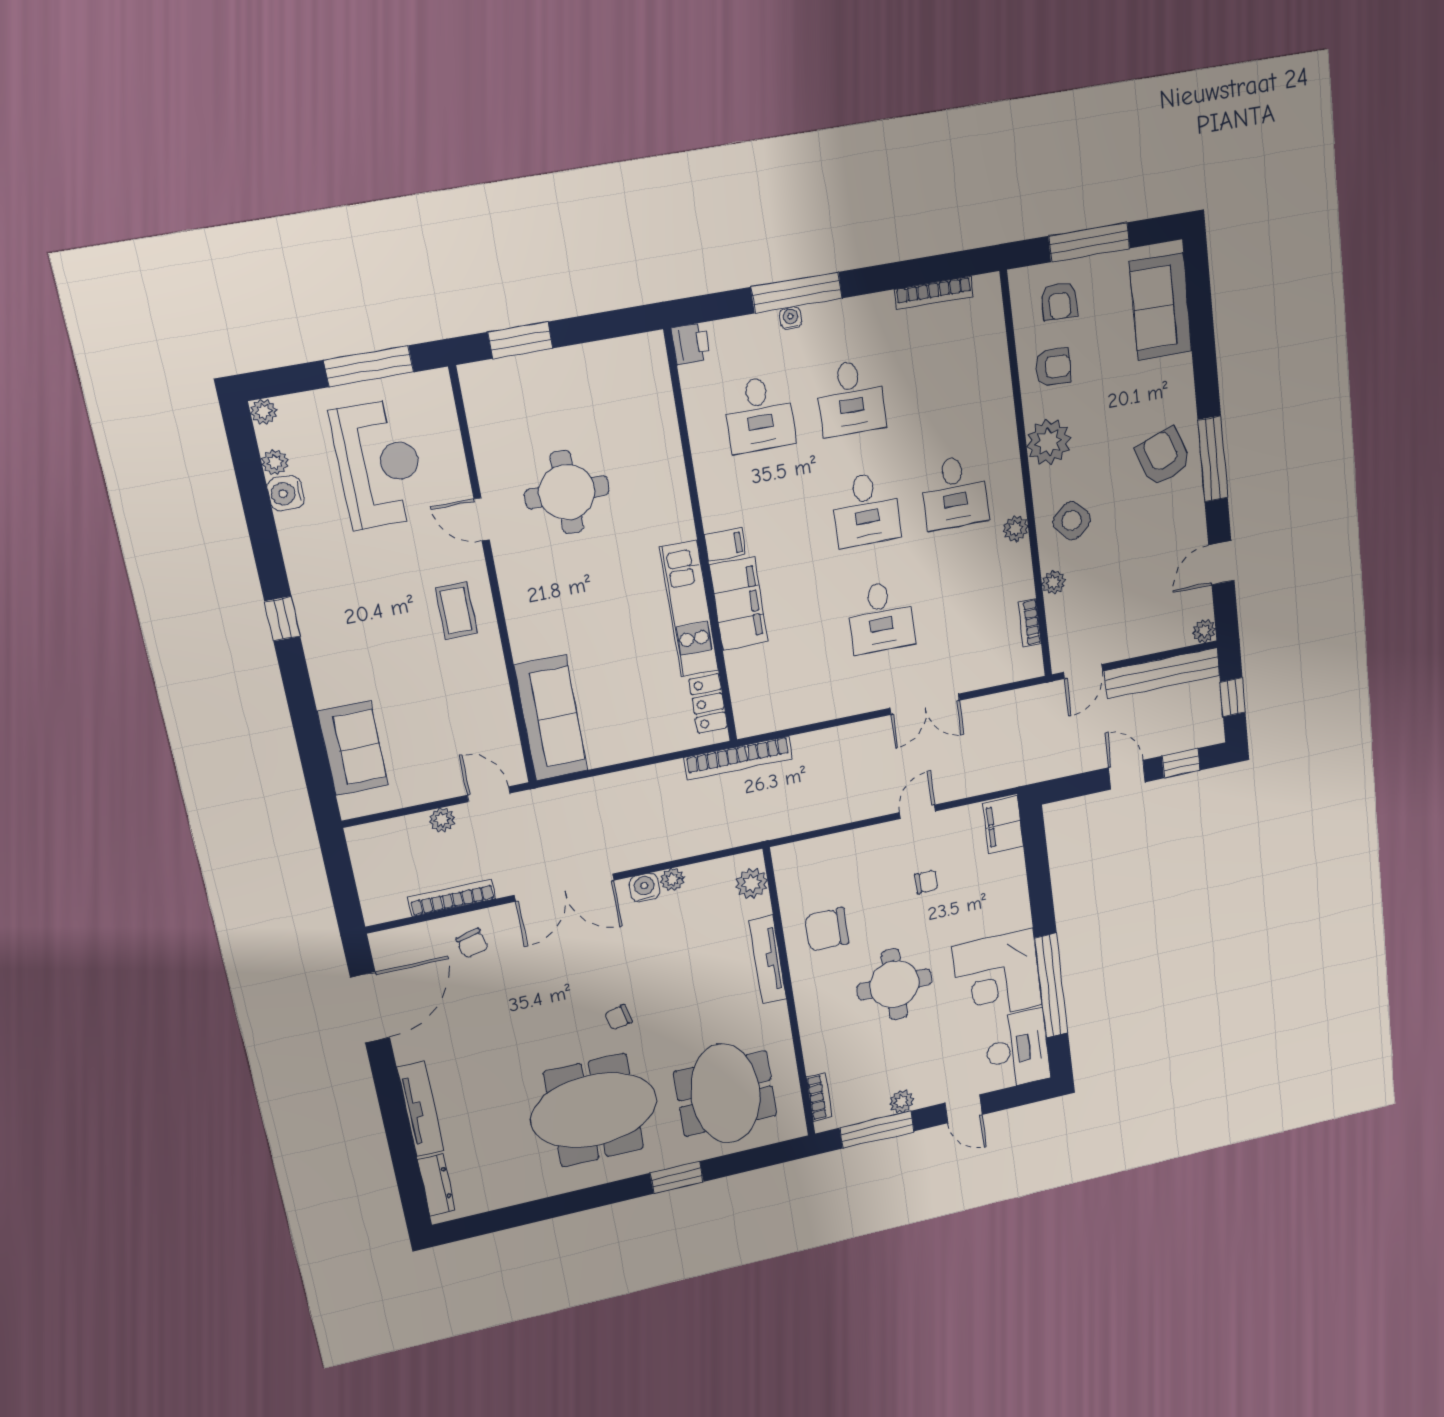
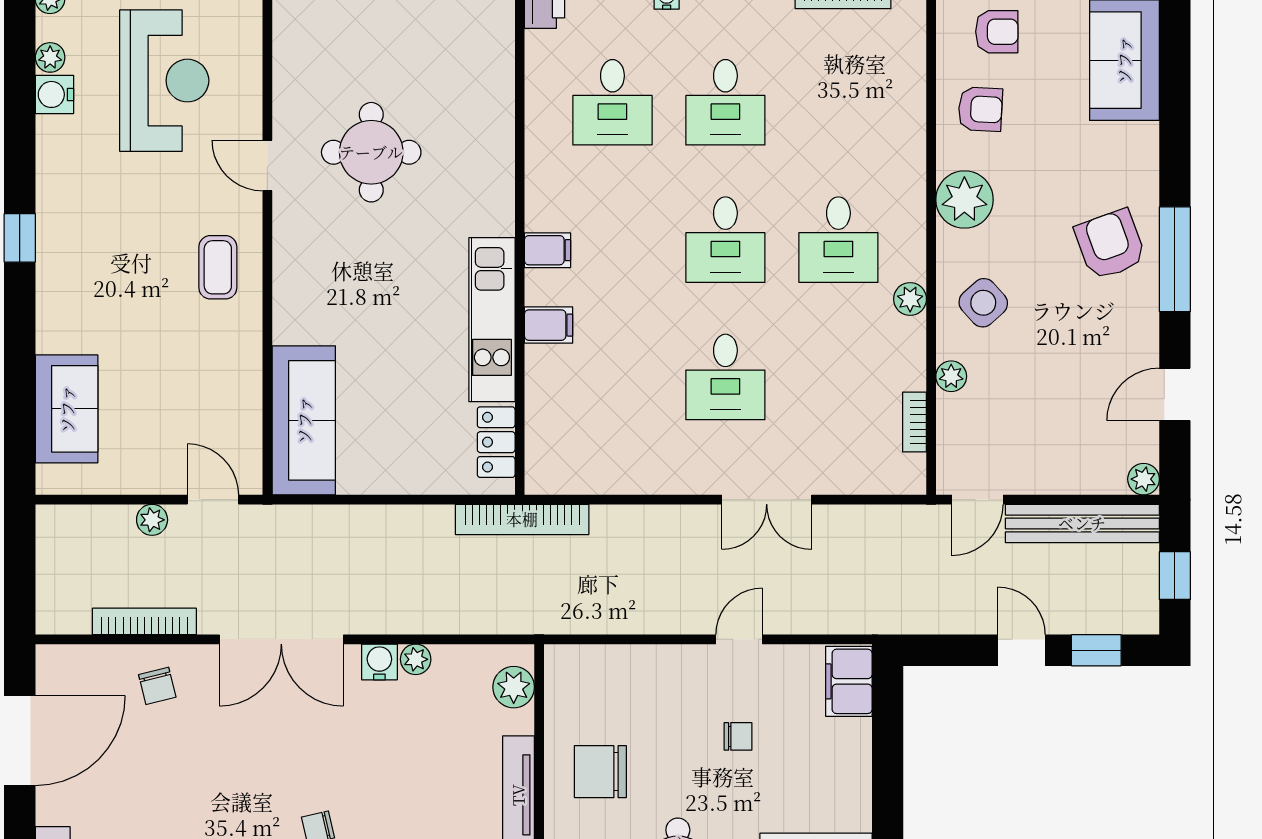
armchair: (1059, 301) -> (997, 32), turned -90
filing cabinet: (738, 603) -> (549, 325), width x0.33, depth x0.86

